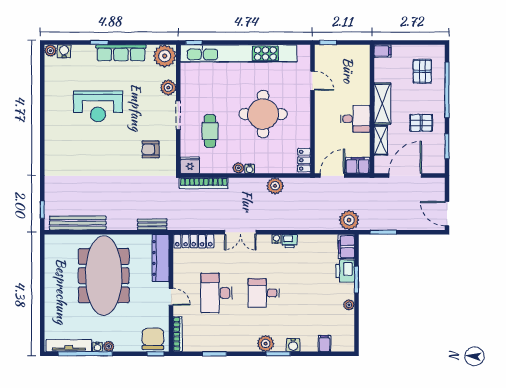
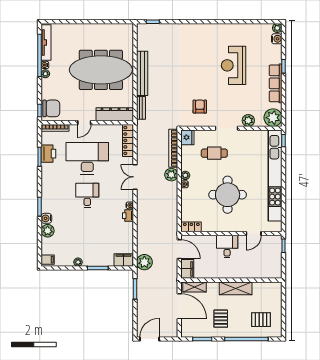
filing cabinet: (383, 51) -> (277, 288), removed
desk: (355, 119) -> (227, 247), moved, turned 180
shelving: (381, 140) -> (195, 287), moved
plant: (275, 186) -> (171, 175), moved
bench: (78, 223) -> (142, 73), moved
printer: (345, 271) -> (48, 154), moved, turned 90
desk: (217, 293) -> (87, 158), width x1.36, depth x1.30
filing cabinet: (324, 343) -> (48, 260), moved
plant: (266, 344) -> (48, 231), moved

